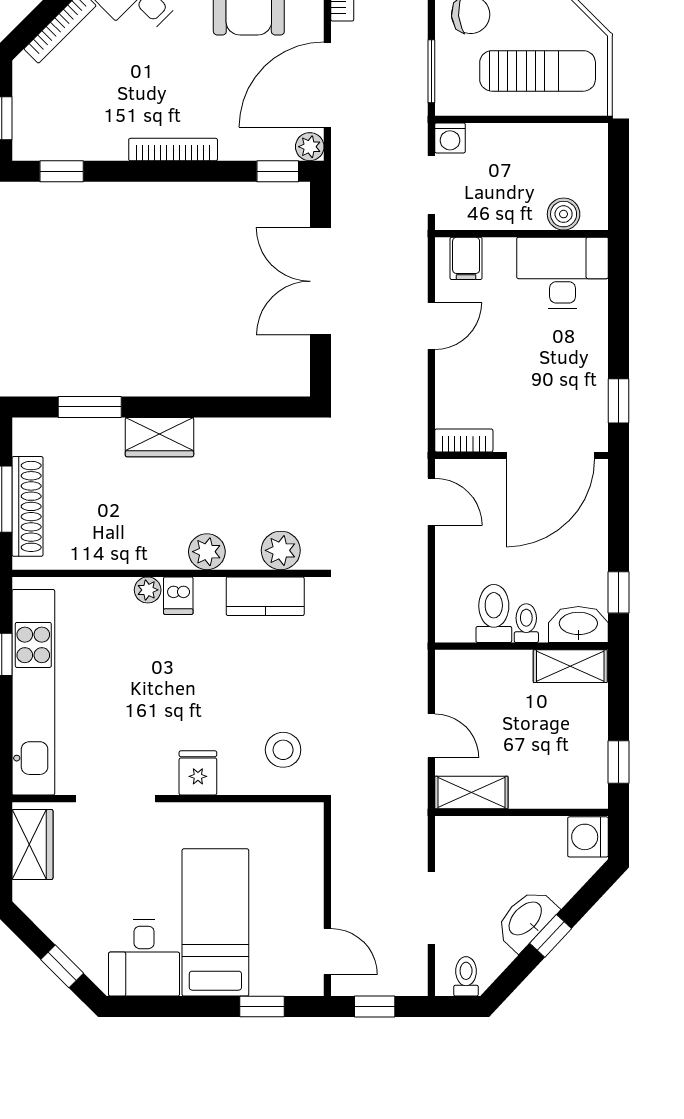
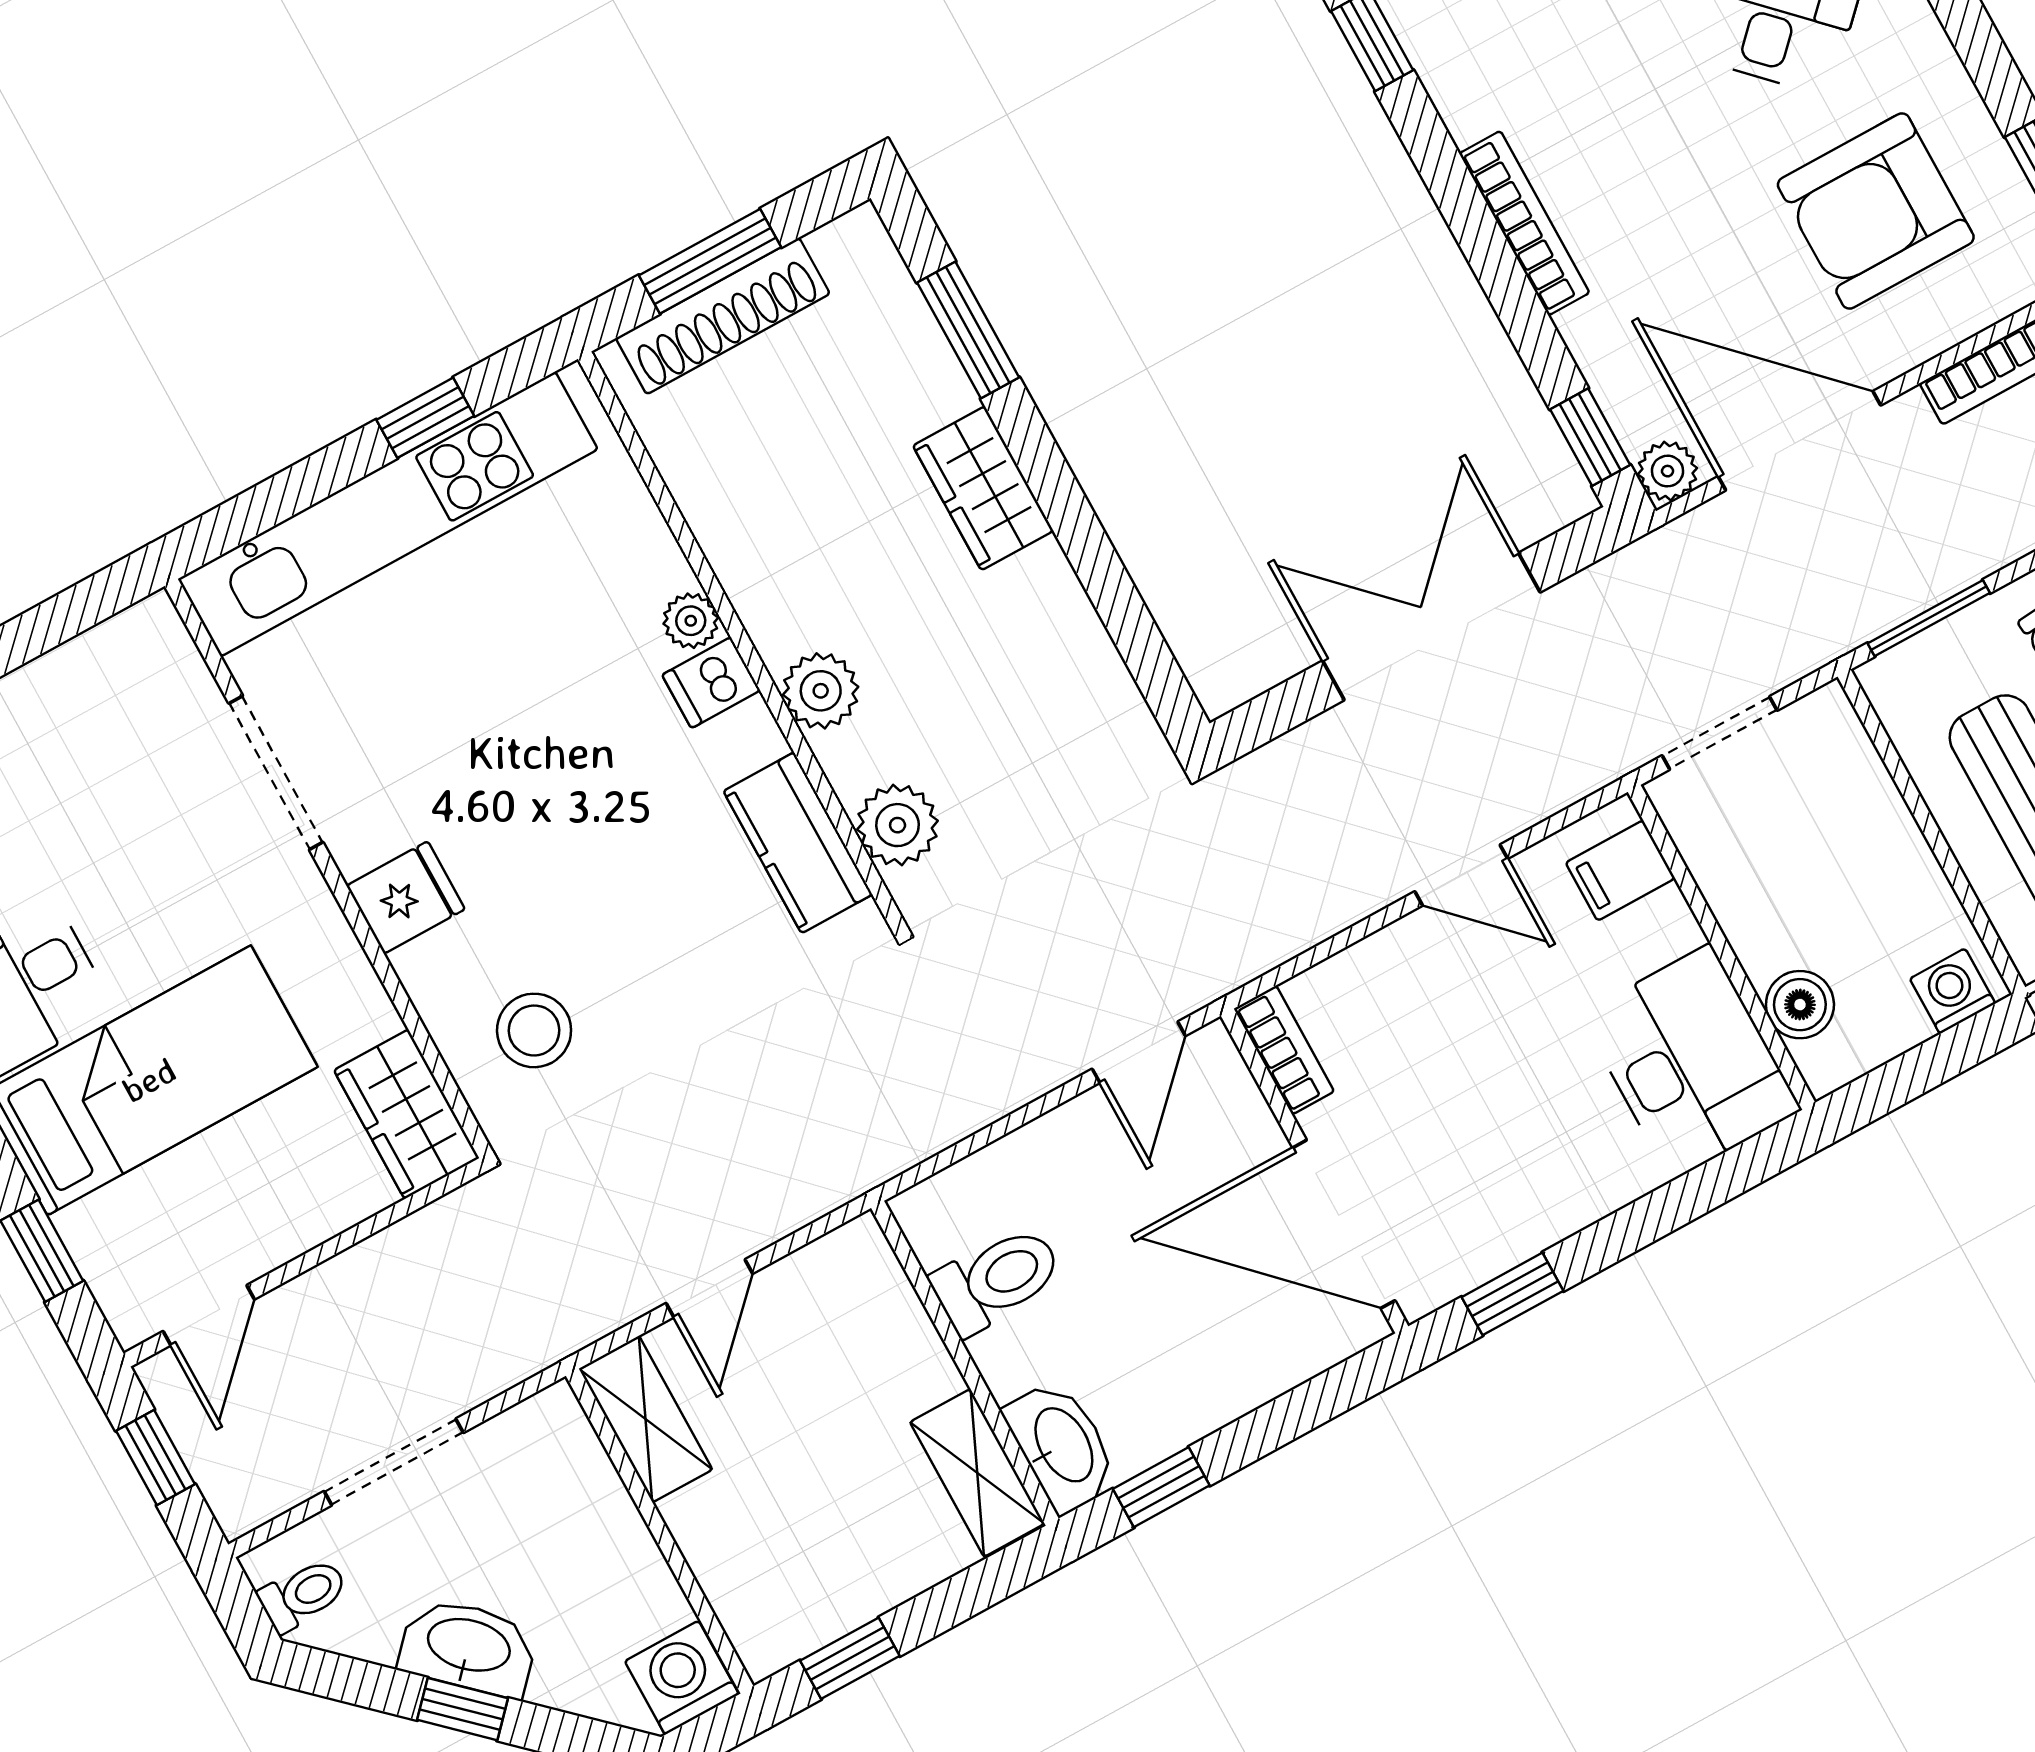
washing machine: (450, 138) -> (1953, 991), moved, turned 90
toilet: (526, 623) -> (1012, 1349), removed
wardrobe: (32, 845) -> (407, 1114), moved, turned 90

